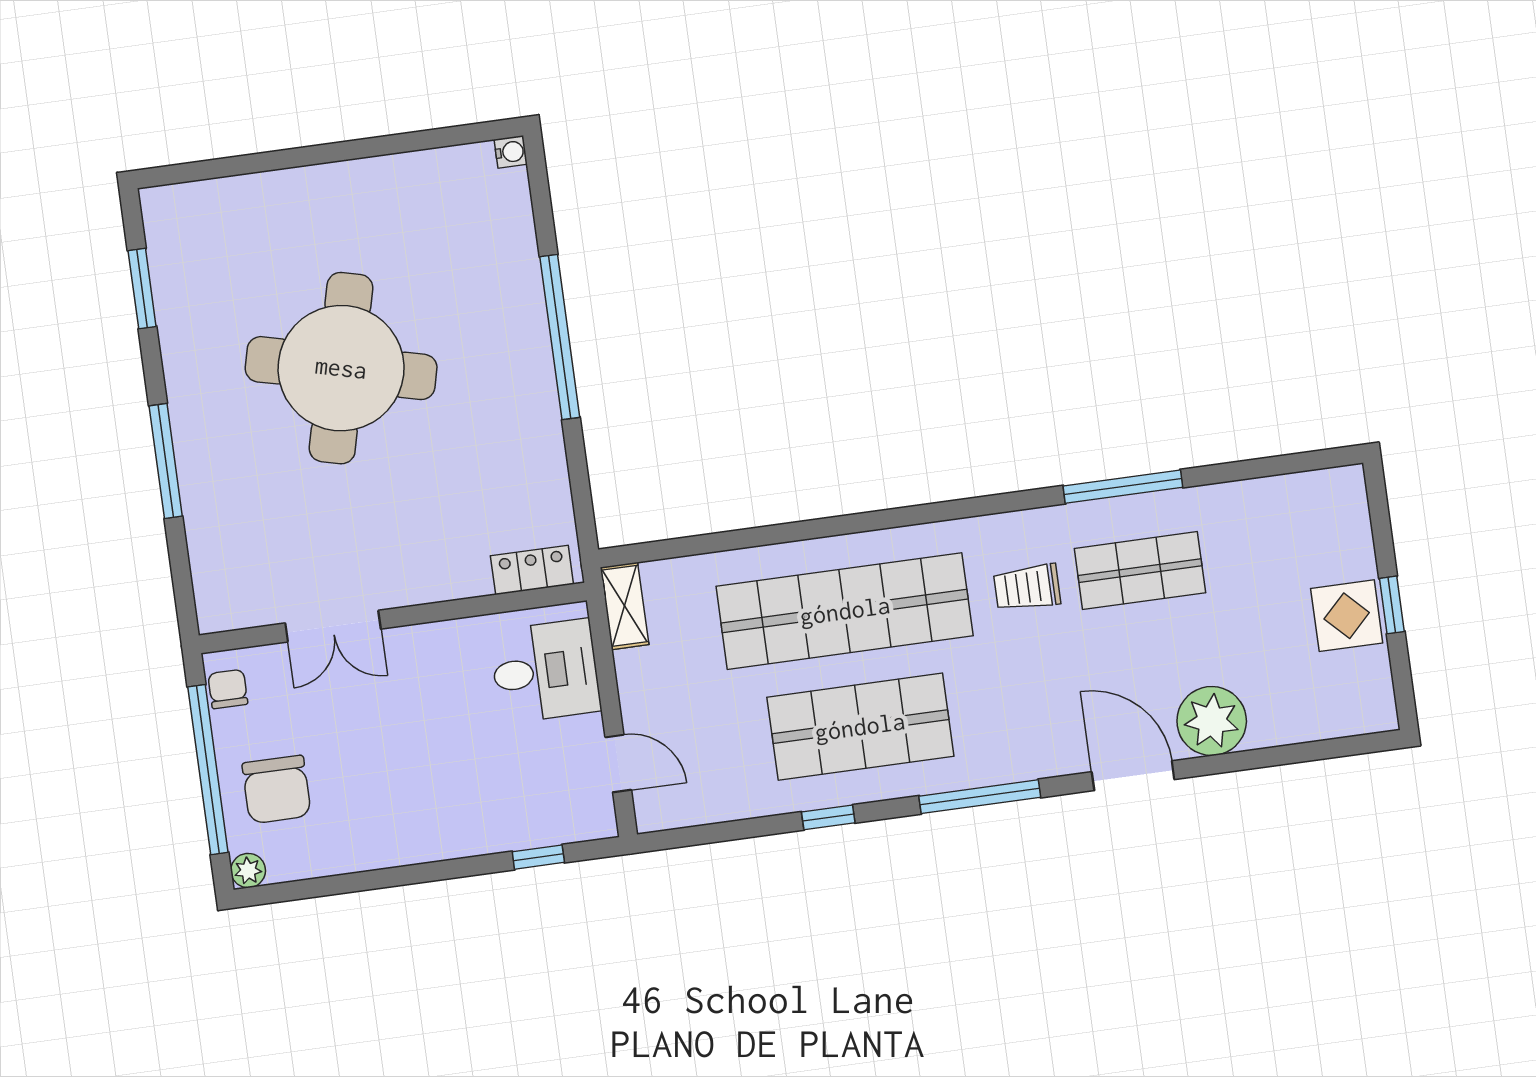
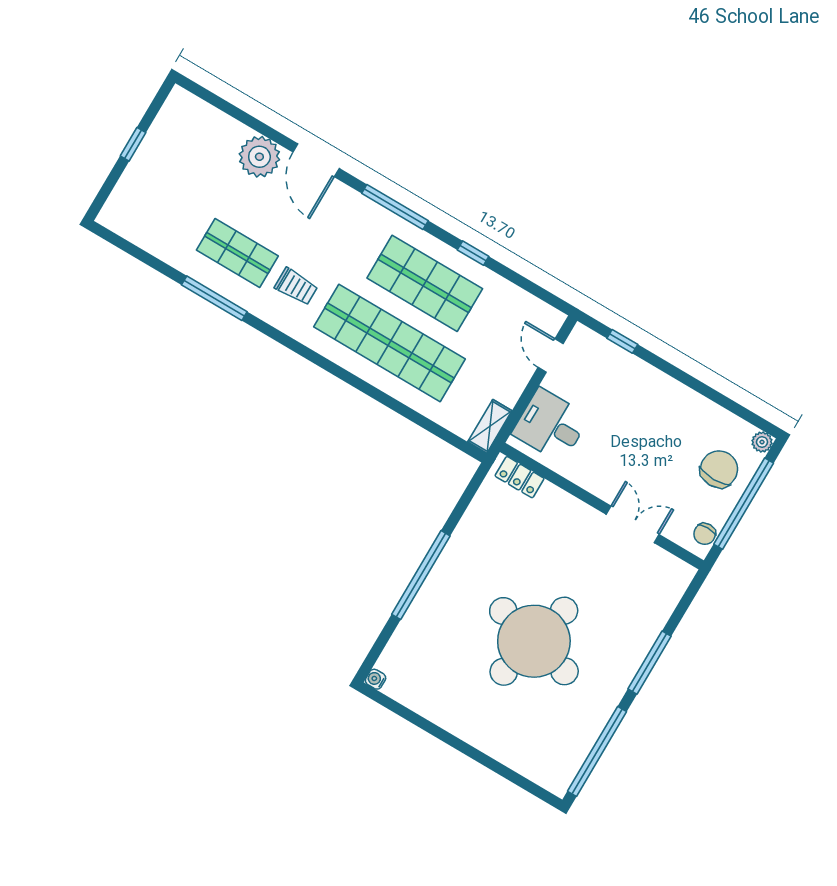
window: (142, 289) -> (597, 751), width x2.11
display table: (1347, 616) -> (158, 156), removed

